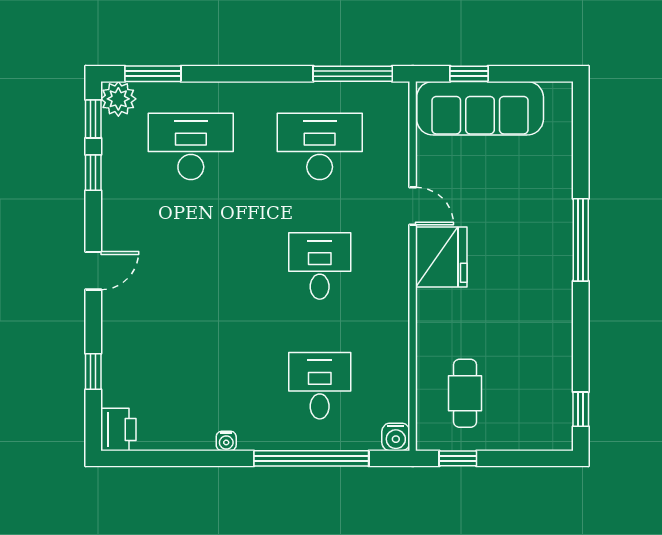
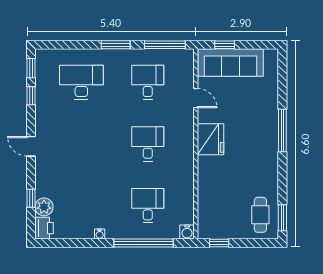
window: (153, 74) -> (116, 45), moved
plant: (118, 99) -> (44, 207), moved
desk: (320, 146) -> (148, 82), width x0.73
door: (413, 206) -> (196, 98), moved
door: (93, 271) -> (31, 146), swing flipped
cafe table: (465, 393) -> (260, 215), moved
window: (581, 409) -> (282, 218), width x1.50

